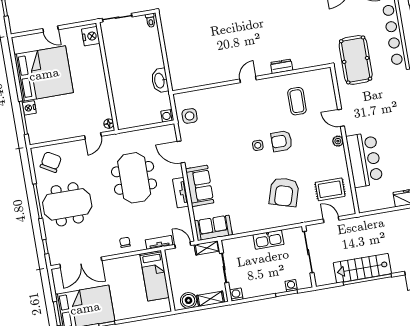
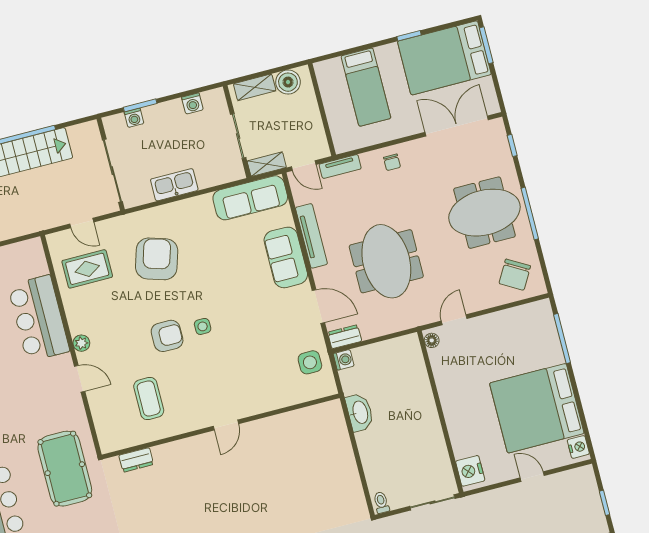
dresser: (282, 66) -> (136, 460), moved
nightstand: (29, 108) -> (578, 447), moved
dresser: (165, 131) -> (345, 337), added
tv unit: (181, 193) -> (311, 236), width x1.41
sofa: (213, 228) -> (250, 198), width x1.36
bed: (155, 276) -> (366, 87), moved, turned 180
washing machine: (236, 294) -> (192, 103), moved

